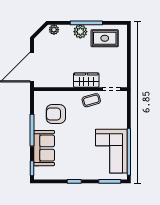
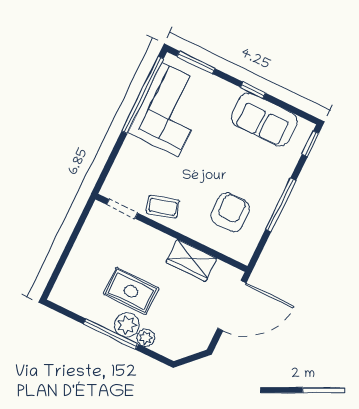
plant: (54, 30) -> (146, 338), moved
rug: (105, 38) -> (131, 291), moved
wardrobe: (86, 80) -> (191, 260), moved
armchair: (56, 114) -> (230, 212), turned -90
sofa: (44, 148) -> (264, 119), moved, turned -90

